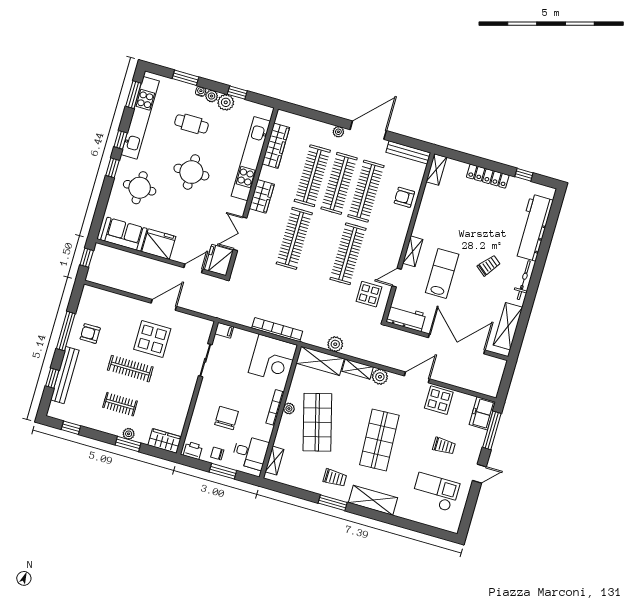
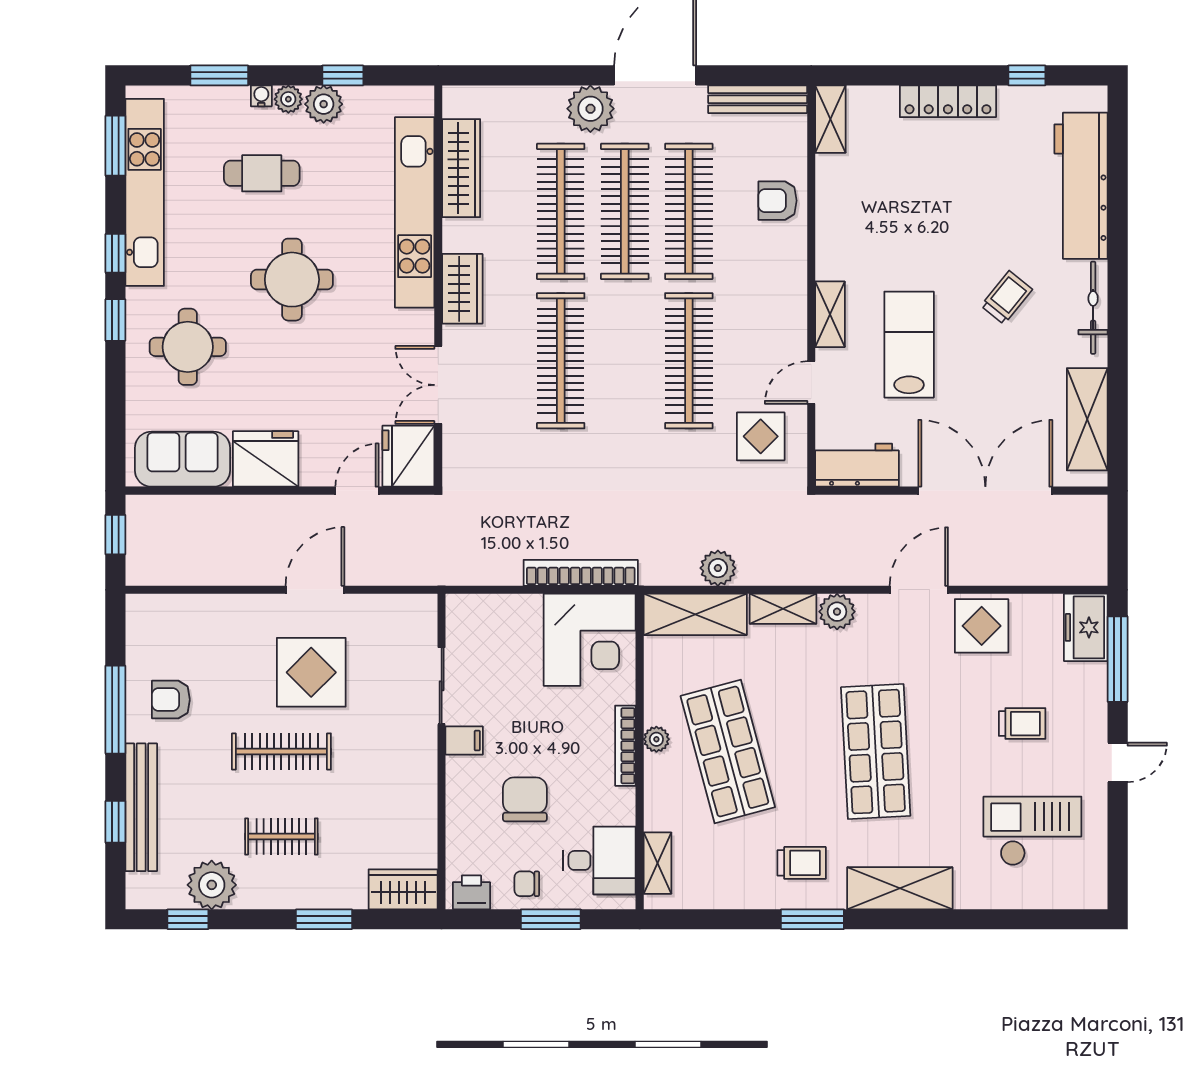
plant: (338, 132) -> (590, 109), width x1.87, depth x1.87
filing cabinet: (224, 330) -> (464, 741), moved
plant: (129, 434) -> (212, 885), moved, width x1.88, depth x1.88

